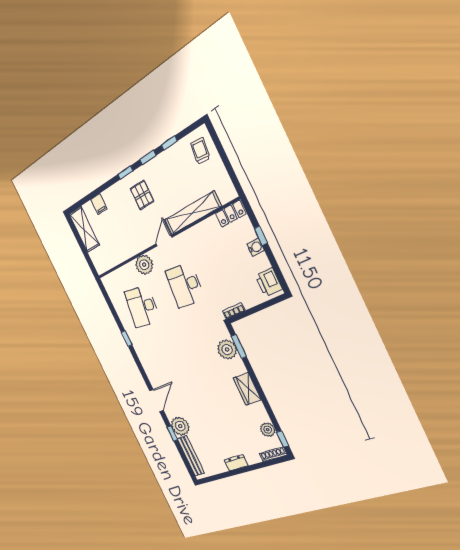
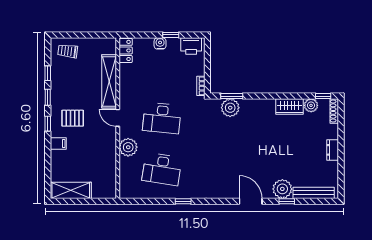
filing cabinet: (99, 204) -> (58, 144), moved
window: (261, 236) -> (171, 35), moved
wardrobe: (247, 389) -> (289, 107), moved

